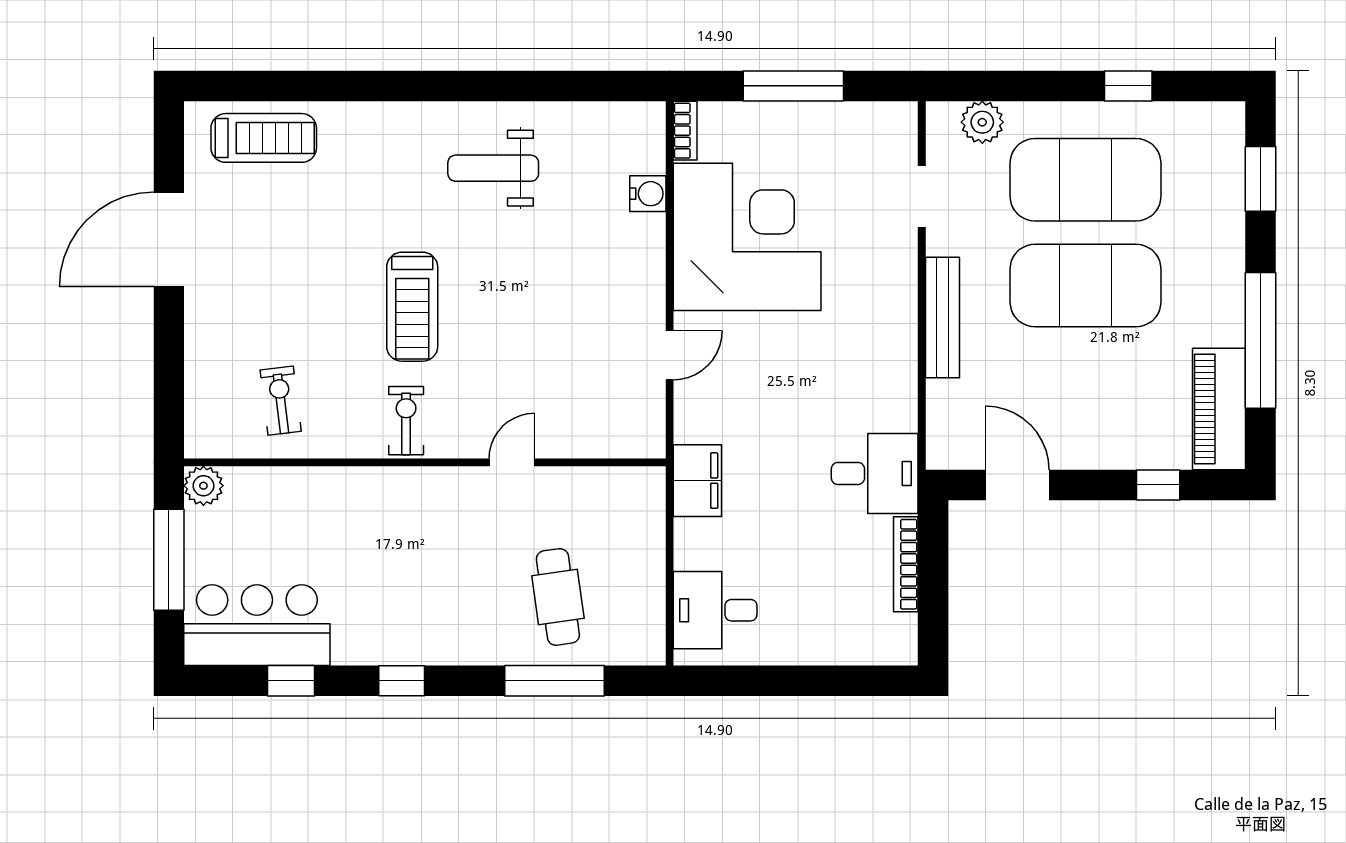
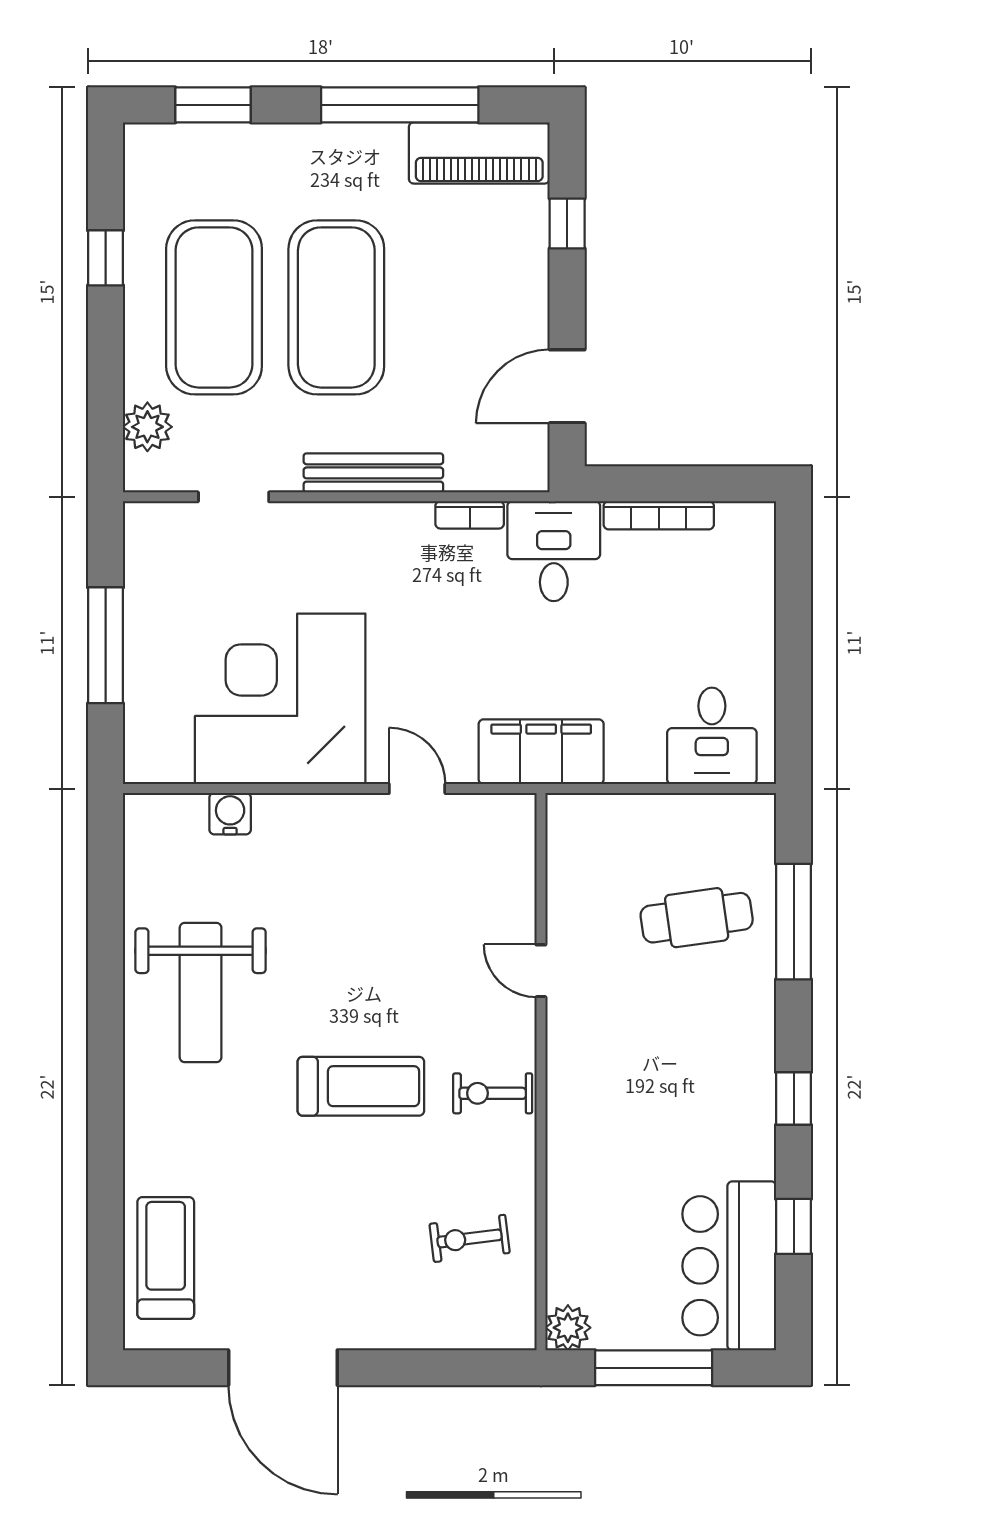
bookcase: (685, 131) -> (470, 515), moved, turned 180
weight bench: (493, 168) -> (201, 993), width x1.36, depth x1.33
filing cabinet: (697, 481) -> (541, 752), width x1.50, depth x1.17

